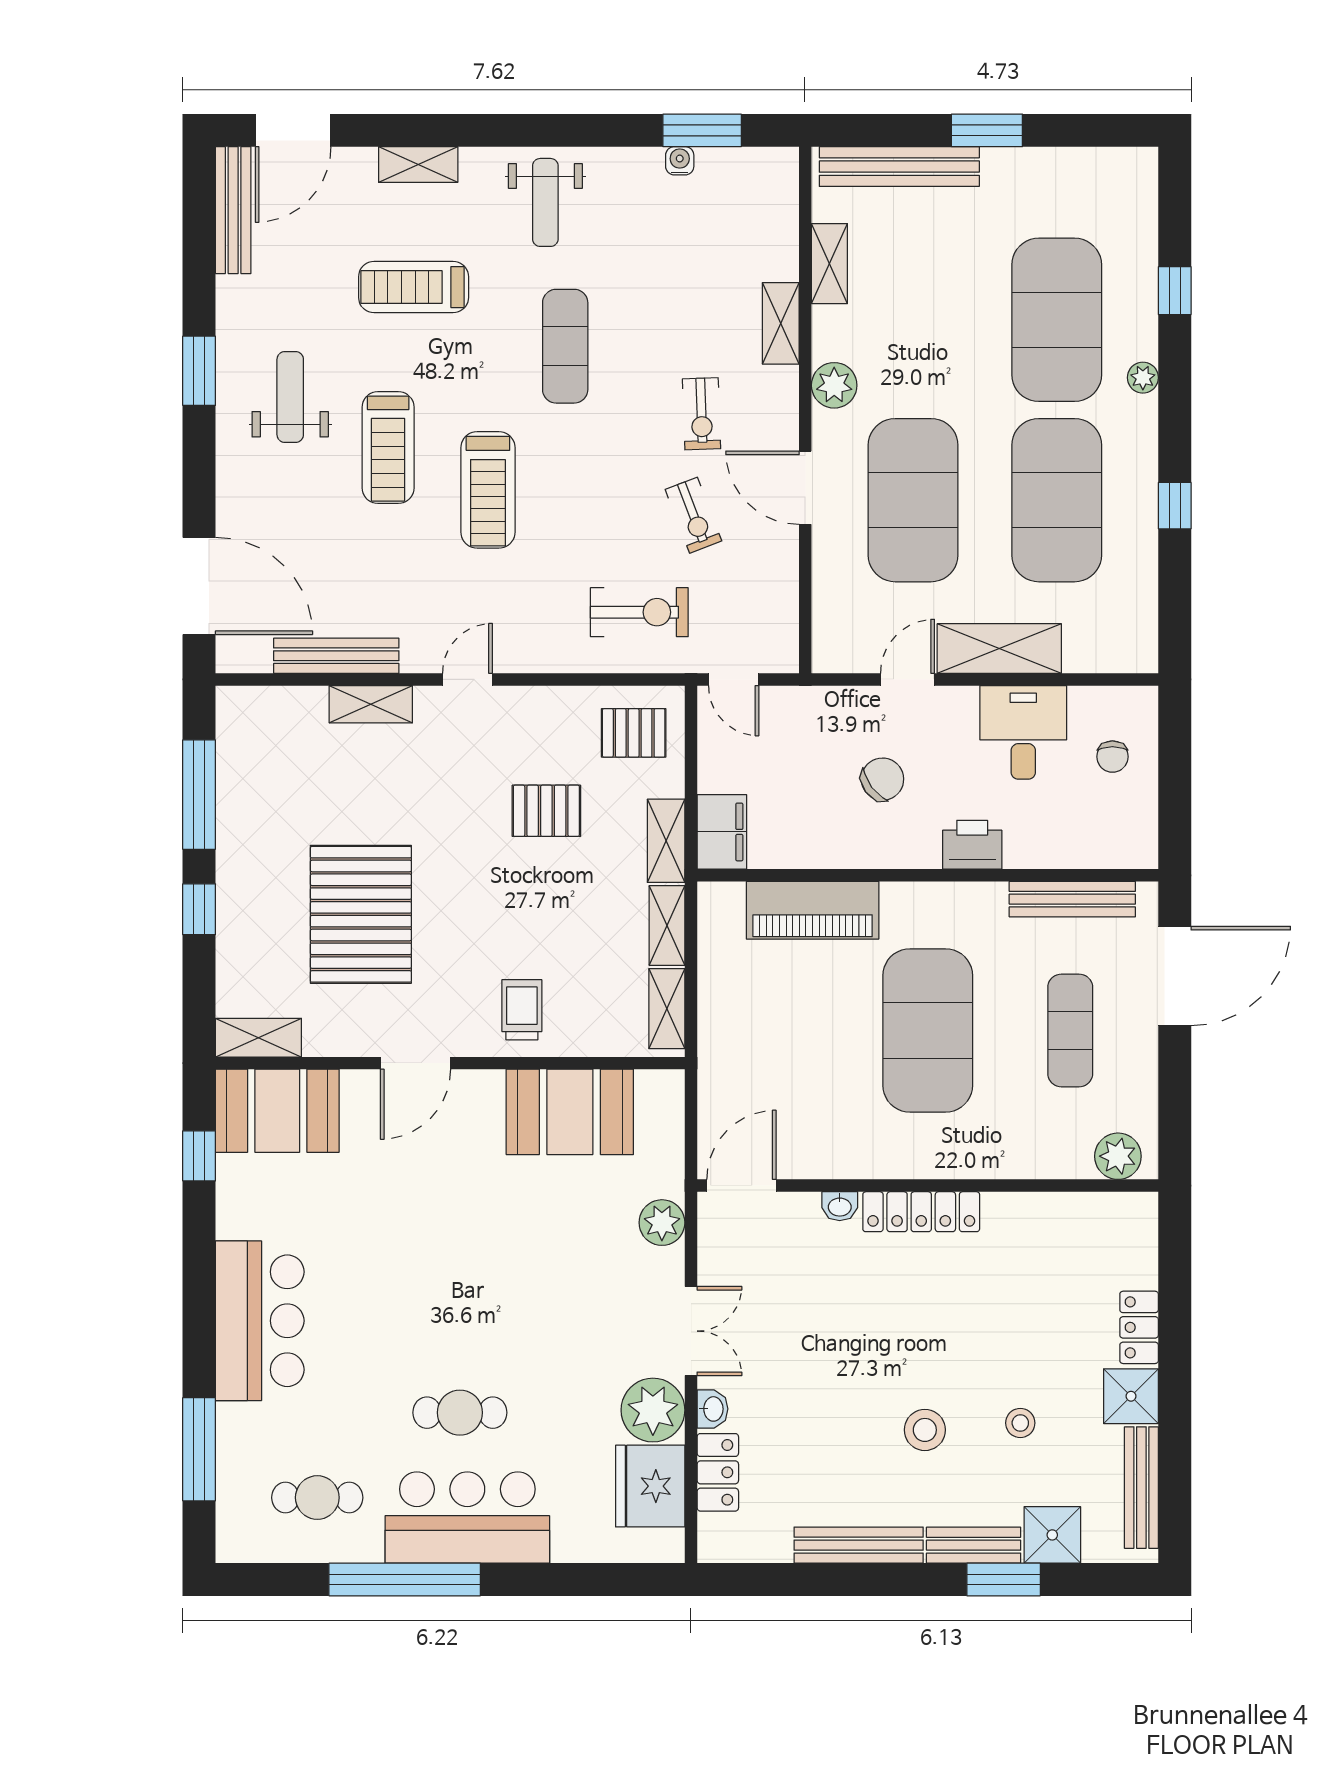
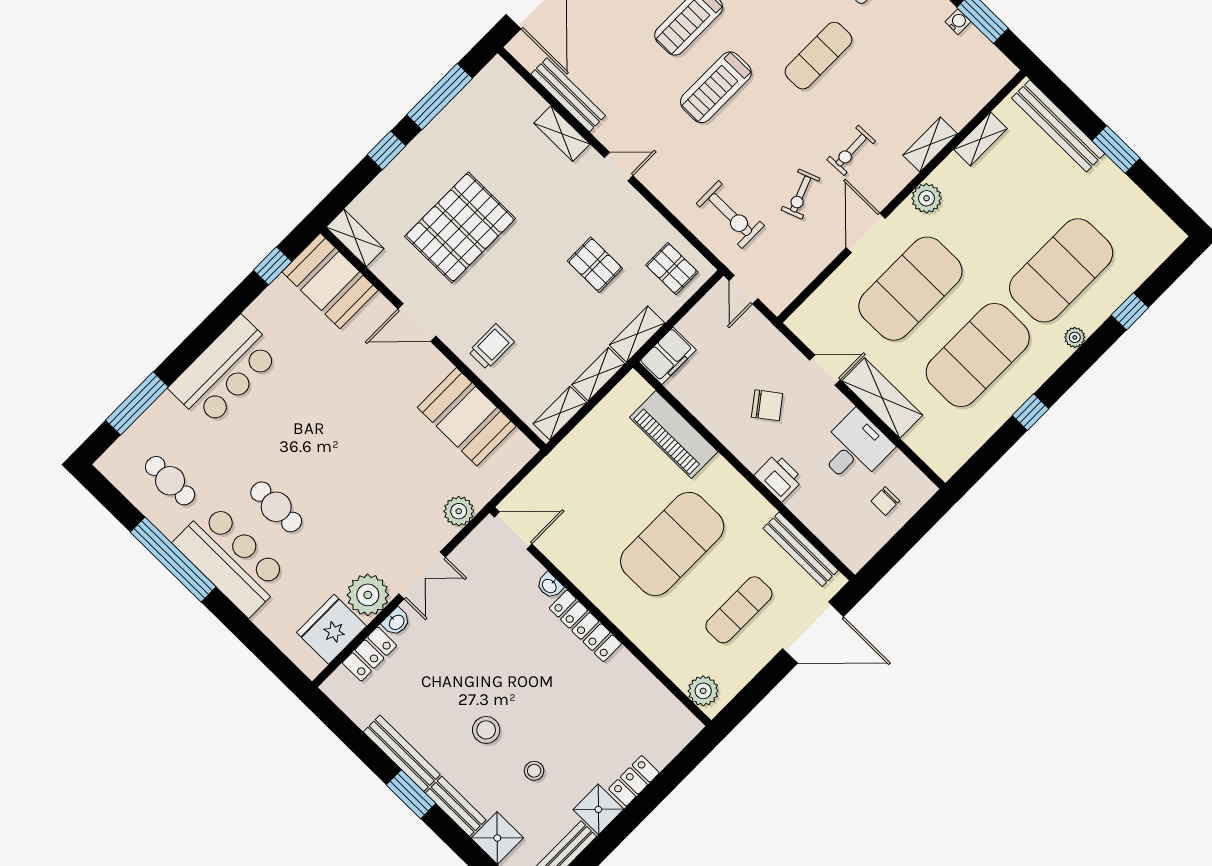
window: (1004, 1580) -> (411, 794), moved

